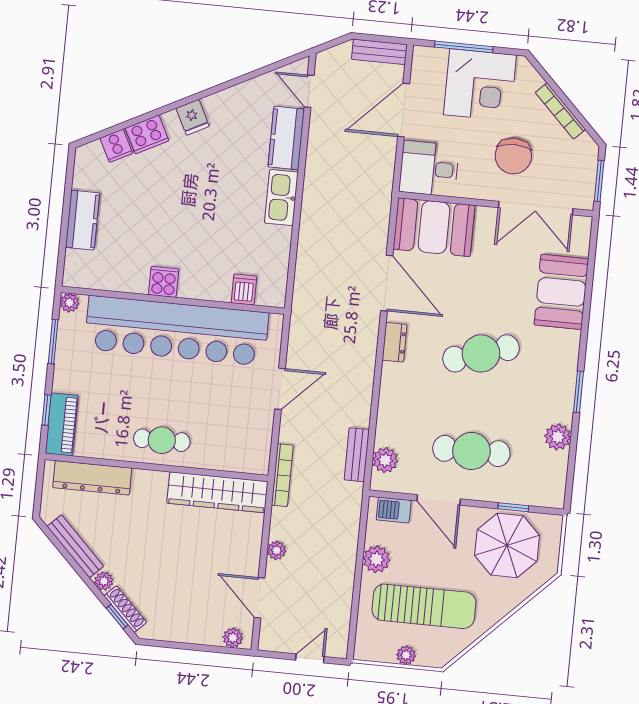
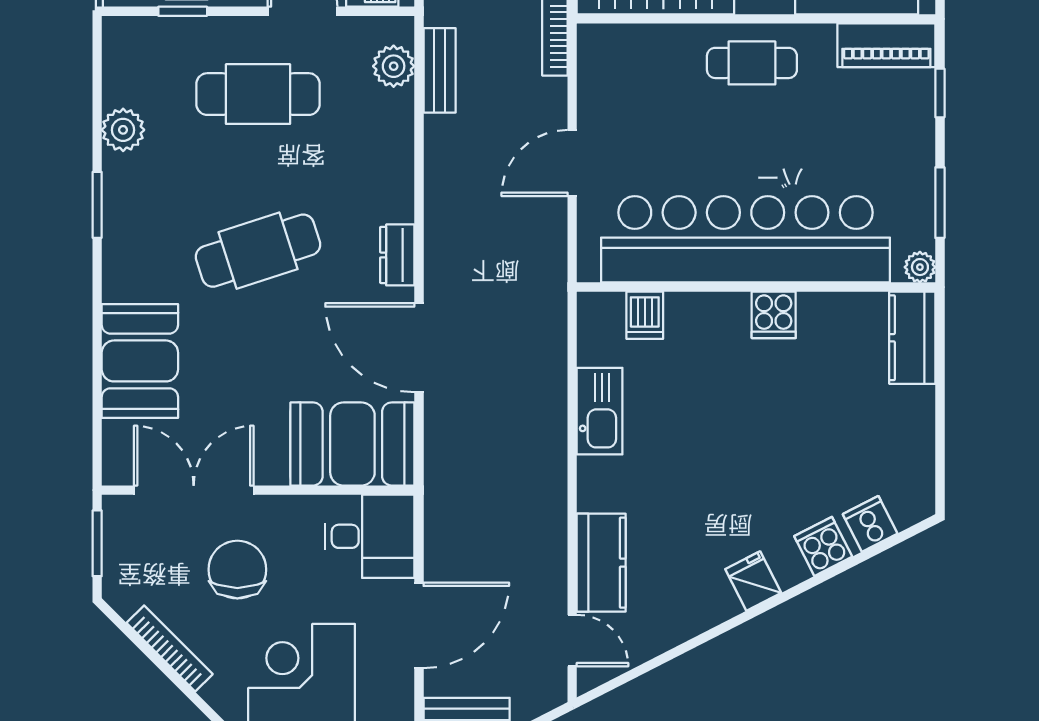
cooker: (147, 135) -> (823, 546), width x0.73
kitchen sink: (281, 198) -> (600, 411), moved
kitchen counter: (82, 220) -> (912, 338), moved
piano: (62, 424) -> (886, 45), moved, turned -90

